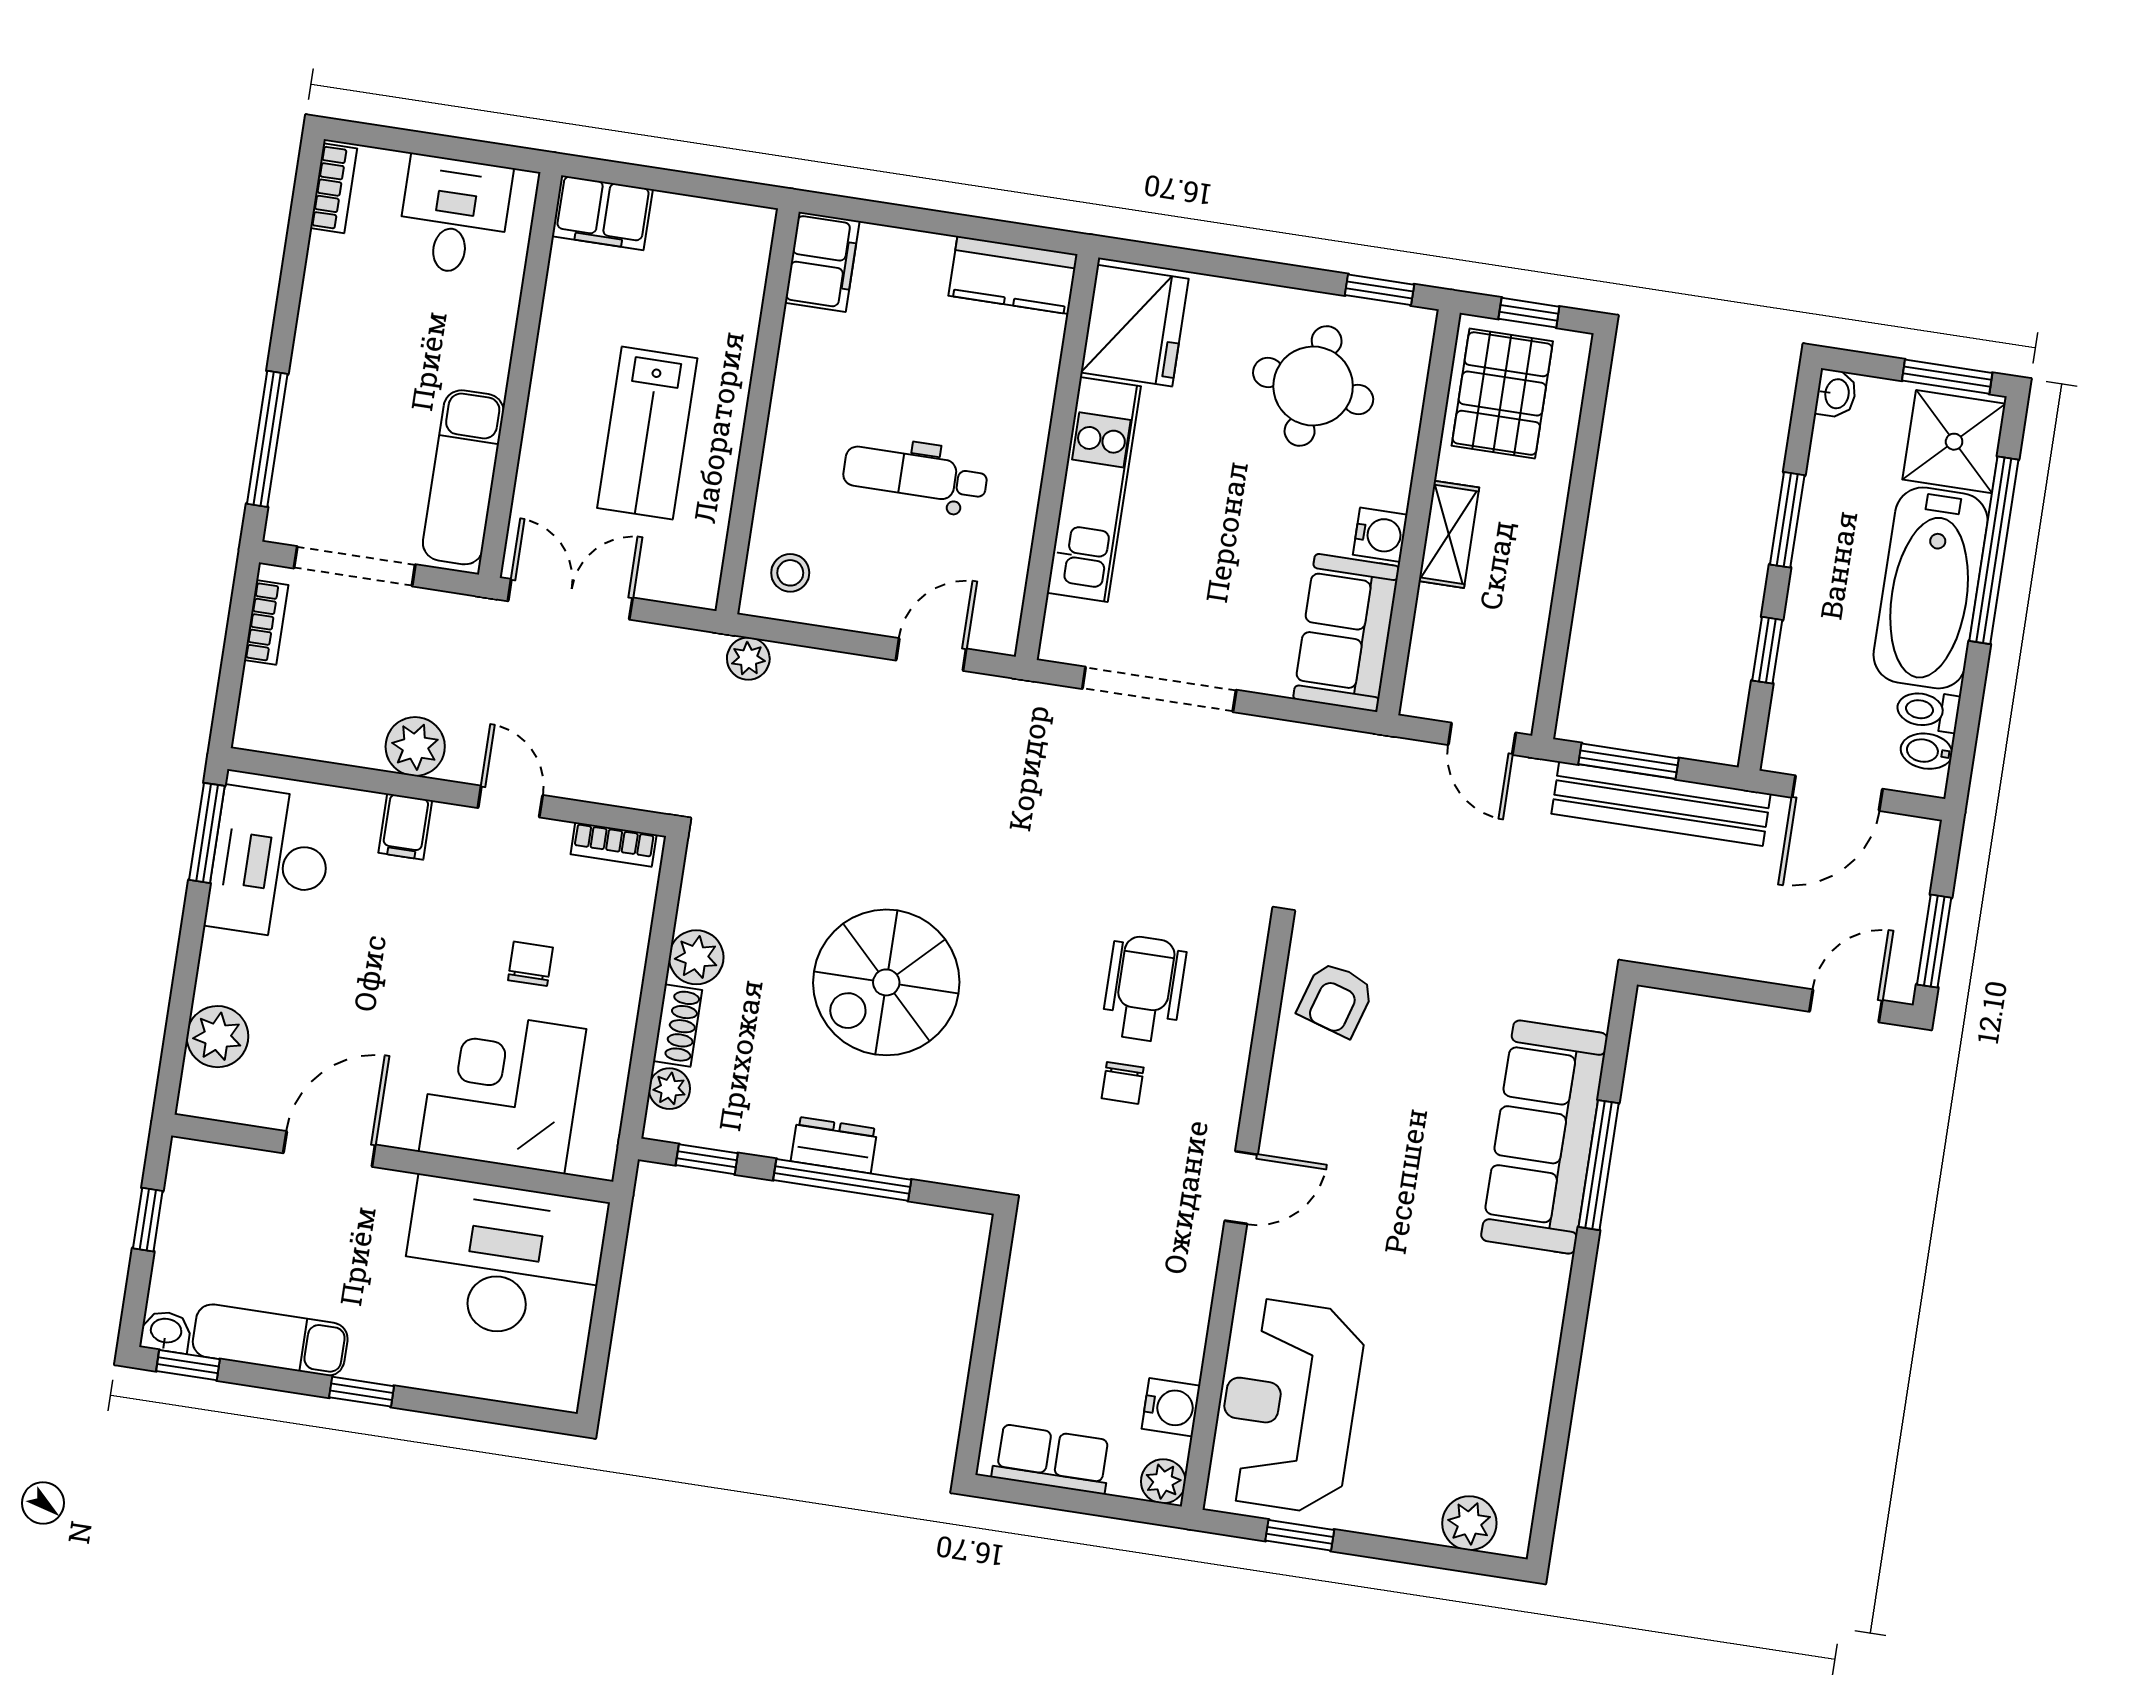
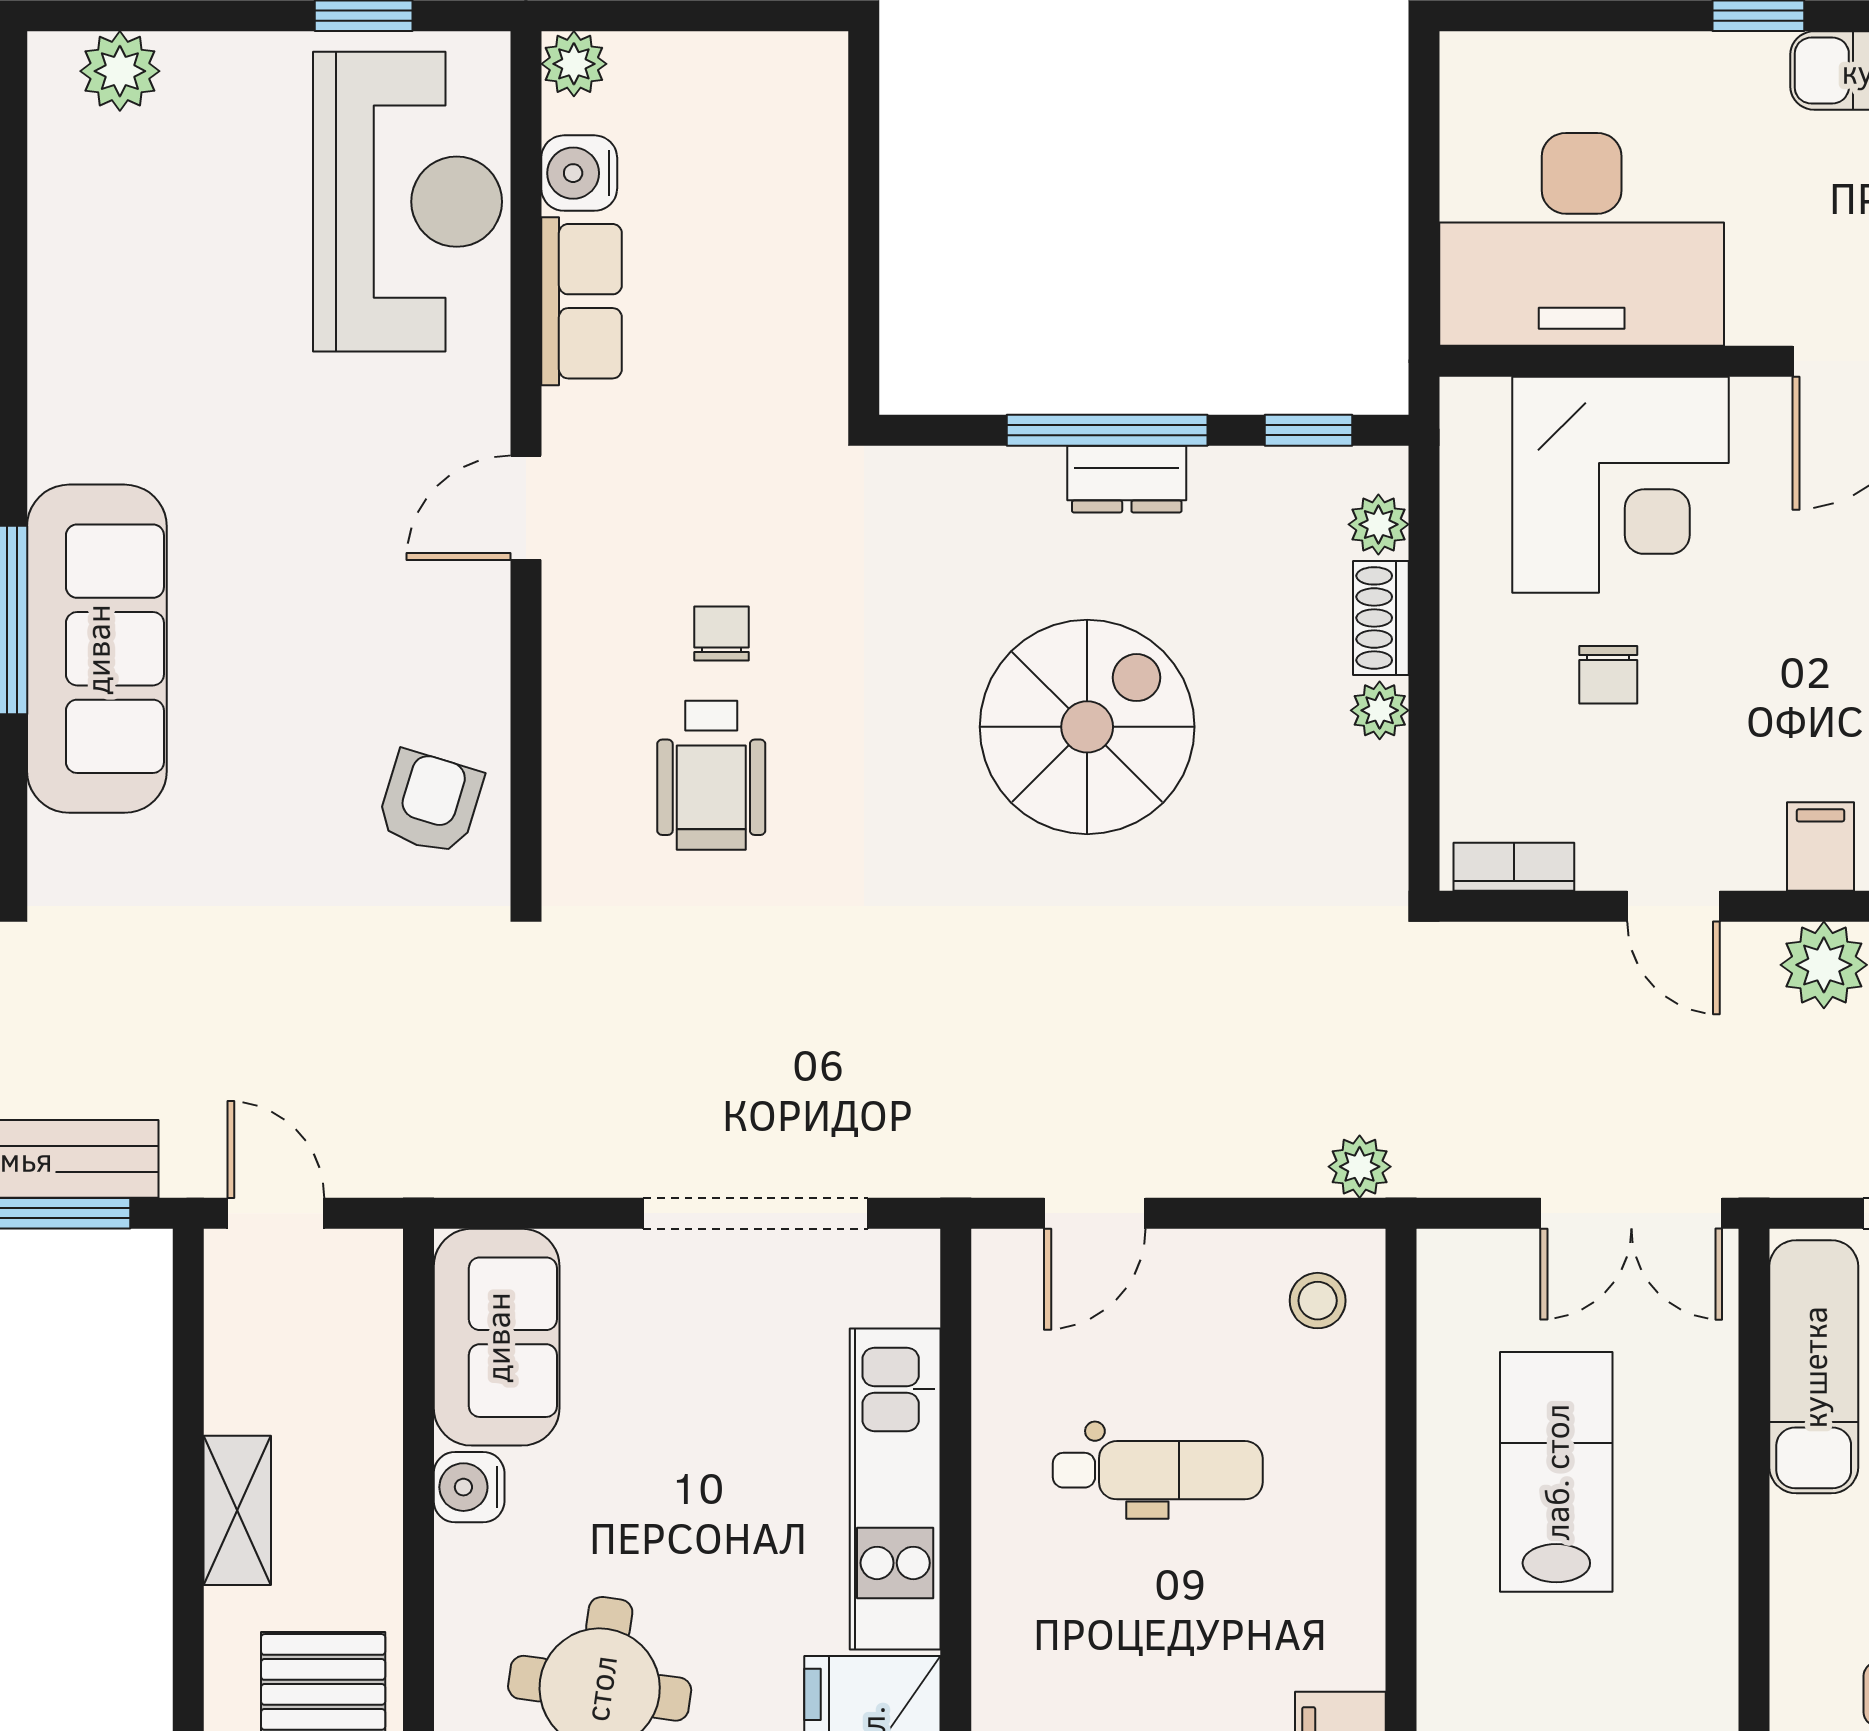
shelving: (1449, 534) -> (237, 1510), moved
plant: (696, 957) -> (1380, 710), width x0.73, depth x0.73
row of seats: (1052, 1459) -> (582, 301), moved, turned -90

